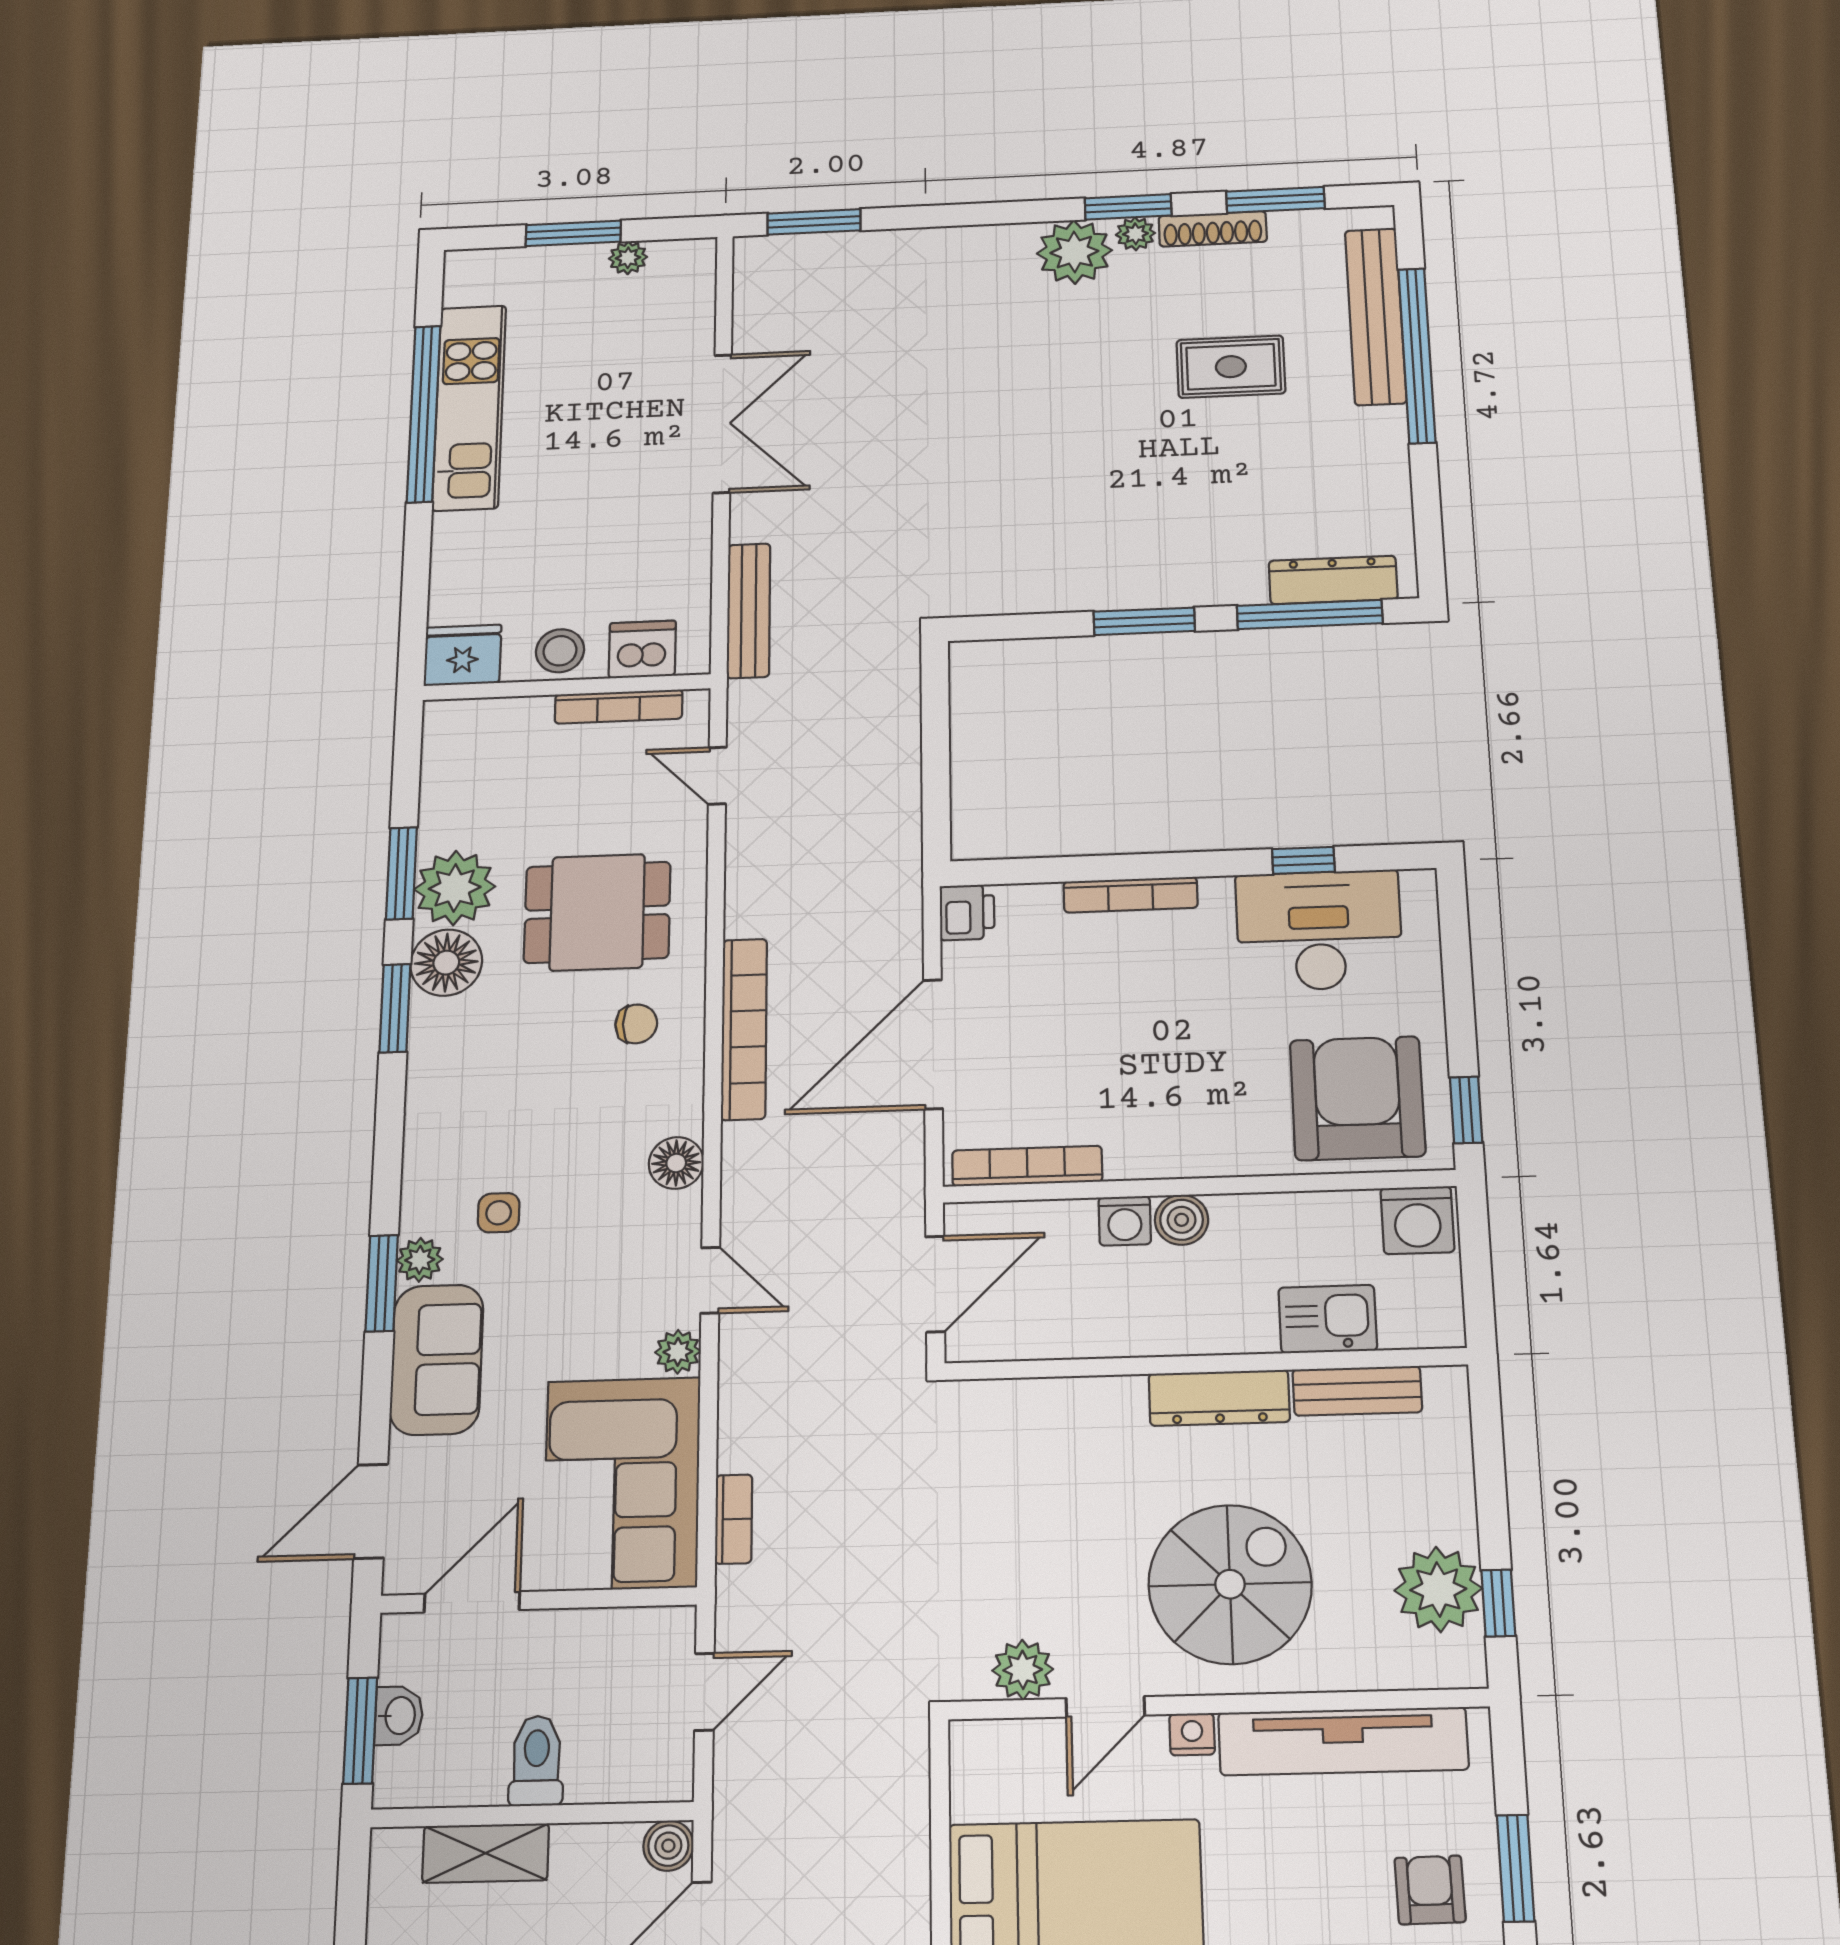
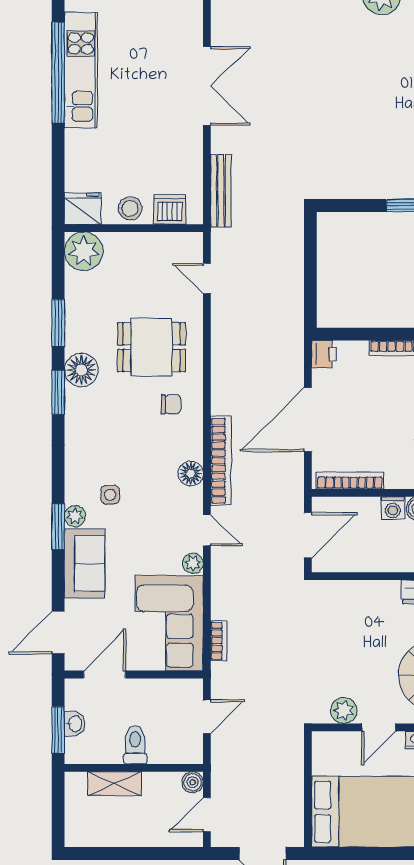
bookcase: (619, 707) -> (159, 240), removed
plant: (455, 888) -> (84, 251), moved
bookcase: (744, 1029) -> (221, 461), moved

